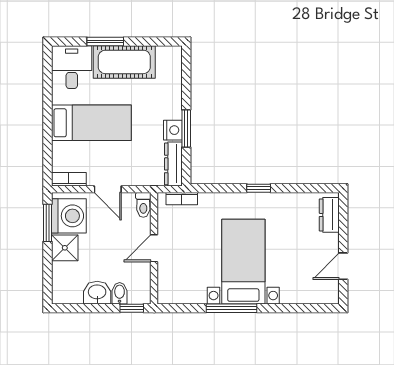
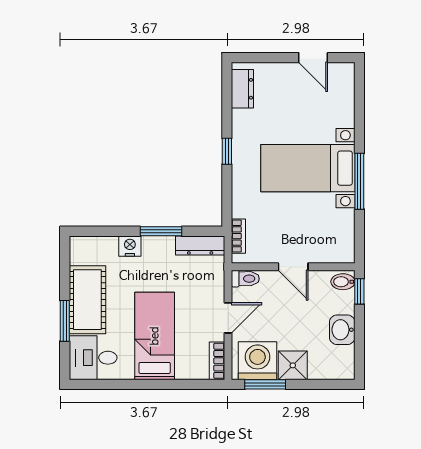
nightstand: (173, 130) -> (130, 246), moved
dresser: (329, 215) -> (242, 89), moved, turned -90
bidet: (120, 293) -> (343, 282), moved

